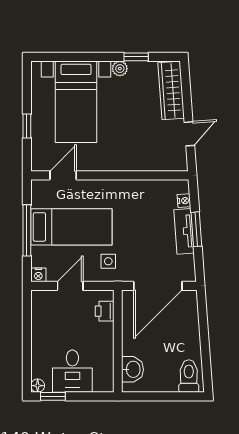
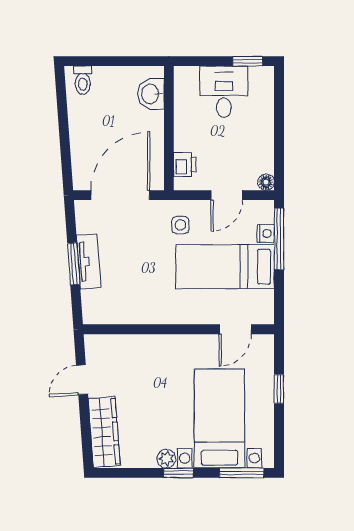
window: (58, 57) -> (242, 473), added
window: (136, 57) -> (178, 473), moved
nightstand: (184, 201) -> (89, 299), removed
window: (27, 230) -> (279, 239), moved
nightstand: (38, 275) -> (266, 234), moved, turned 90
toilet: (189, 376) -> (83, 80), width x0.73, depth x0.72
floor lamp: (38, 386) -> (266, 182), moved

